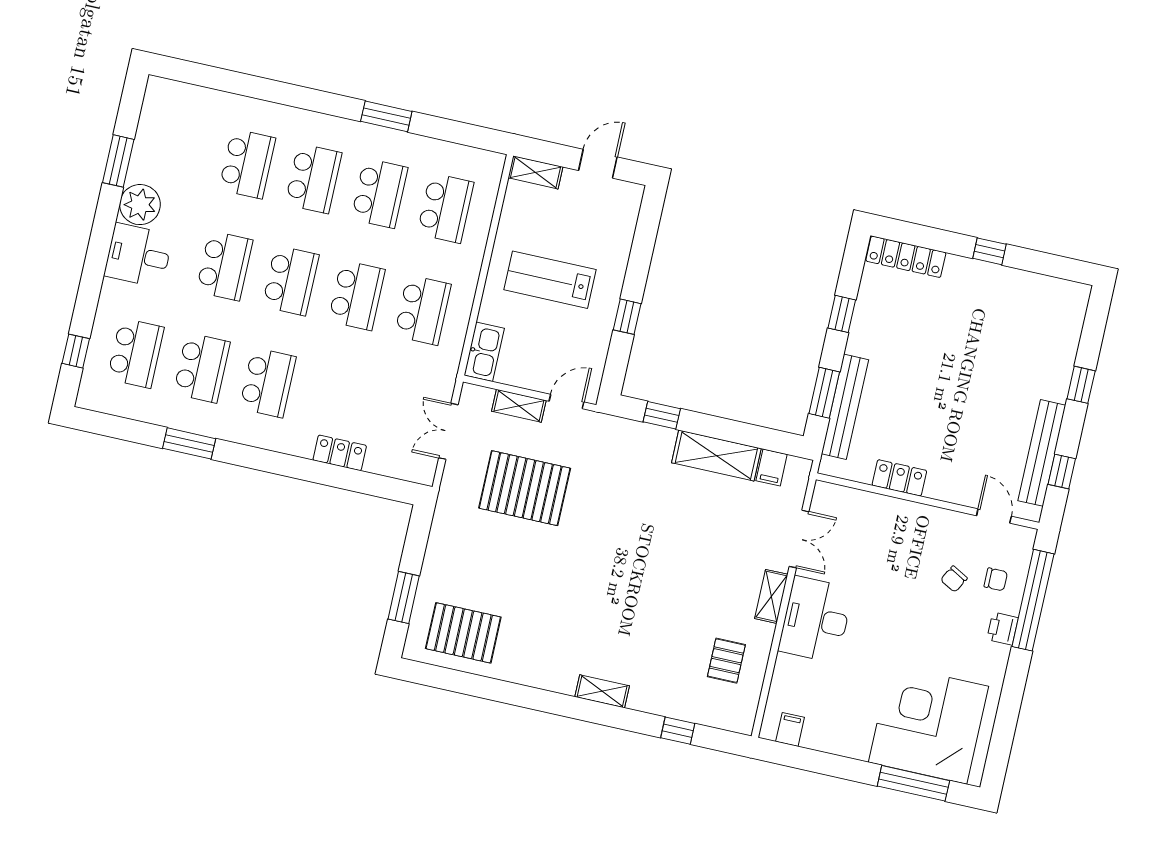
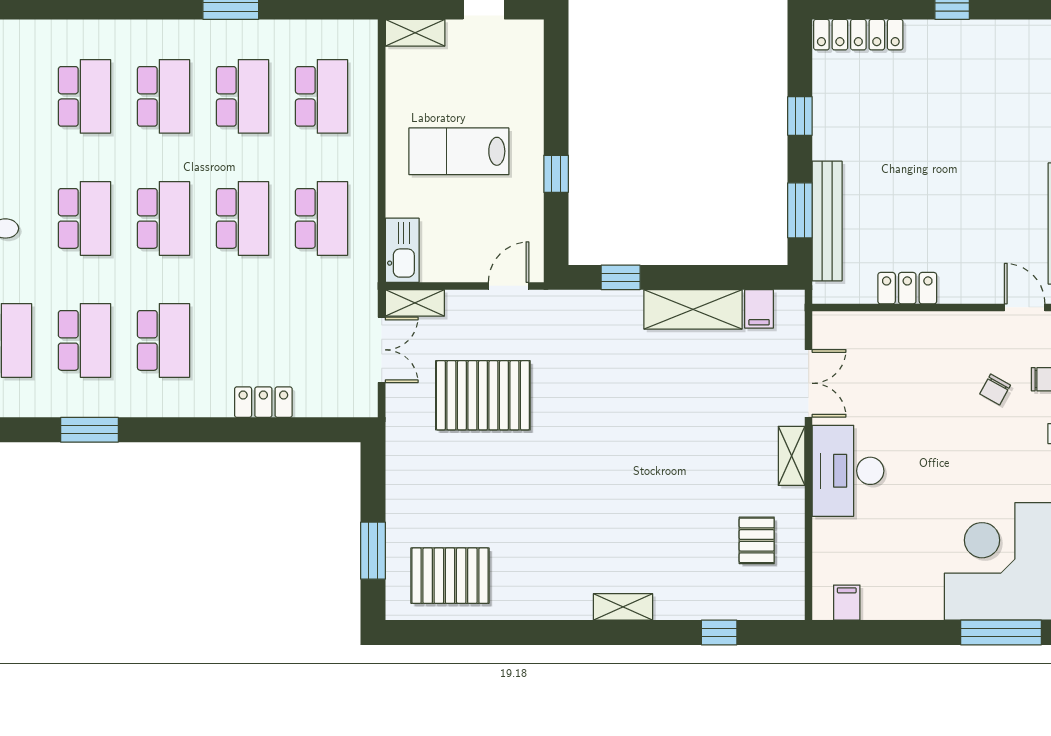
shelving: (519, 406) -> (415, 303), moved
double door: (448, 431) -> (382, 350), swing flipped

